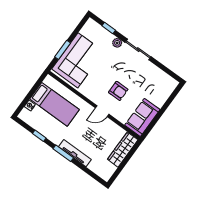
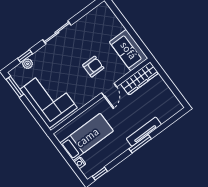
plant: (117, 43) -> (28, 64), moved
window: (63, 50) -> (15, 87), moved
window: (39, 136) -> (100, 174), moved
wardrobe: (123, 150) -> (140, 78), moved, turned -90

